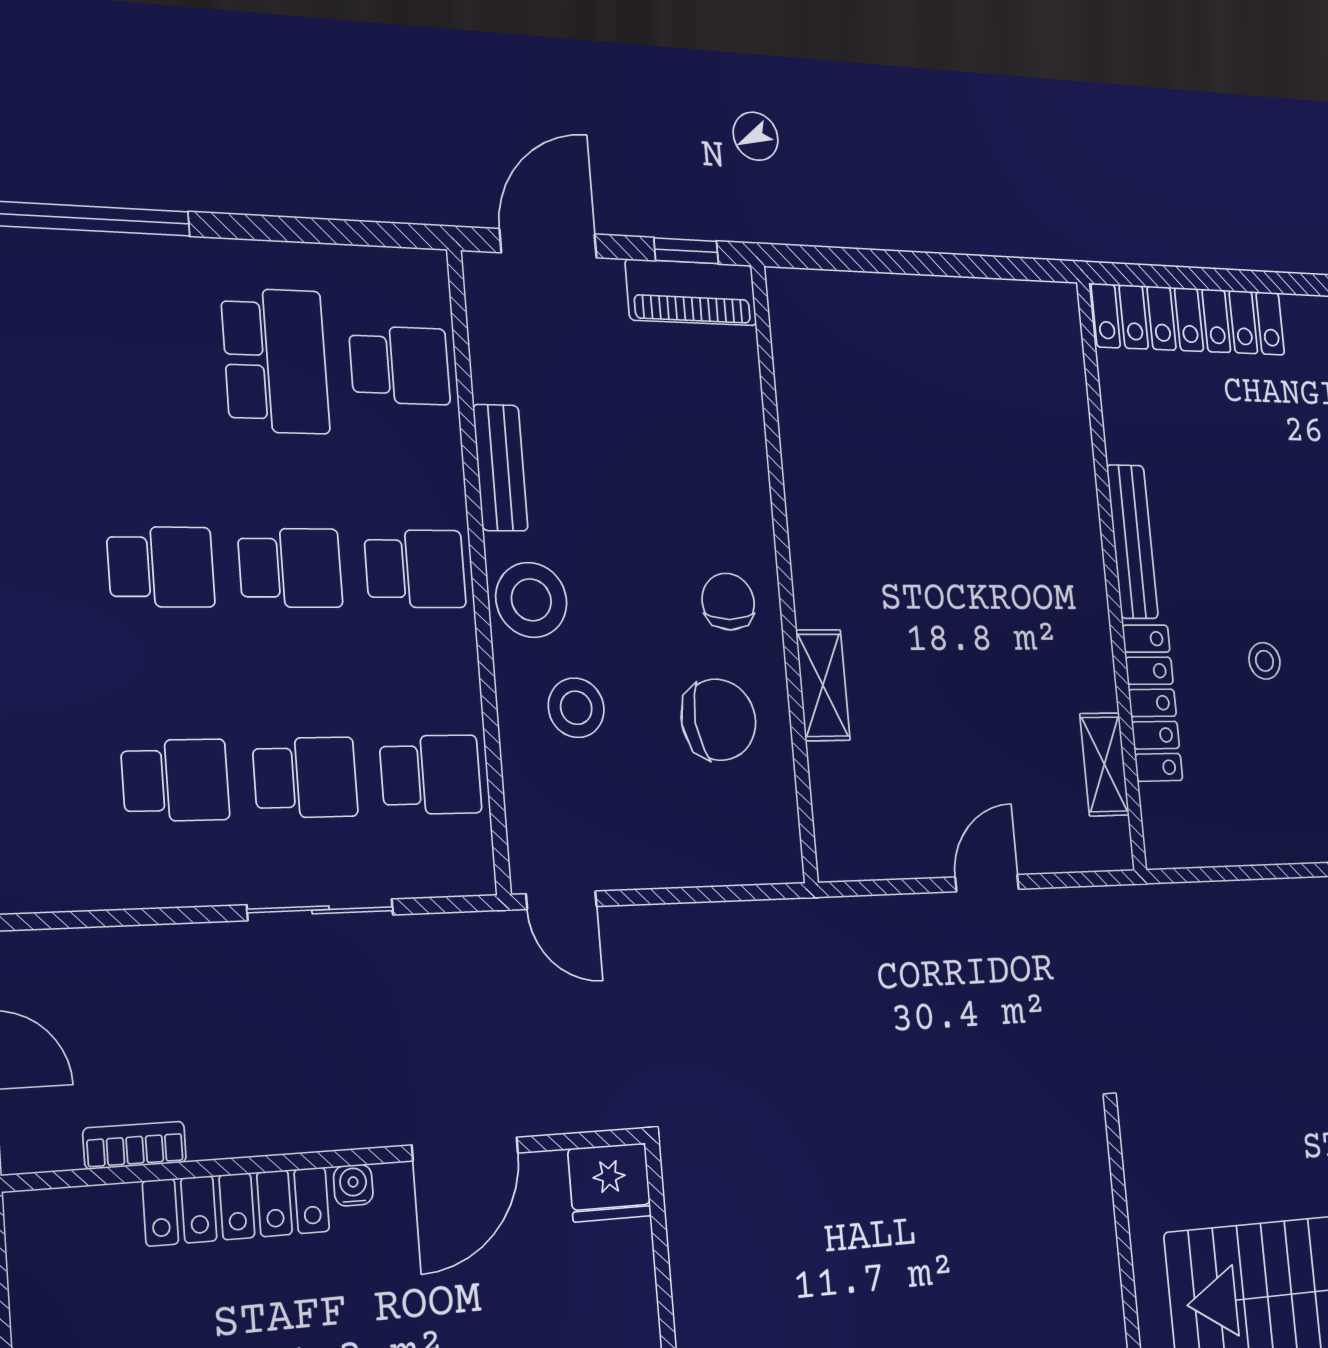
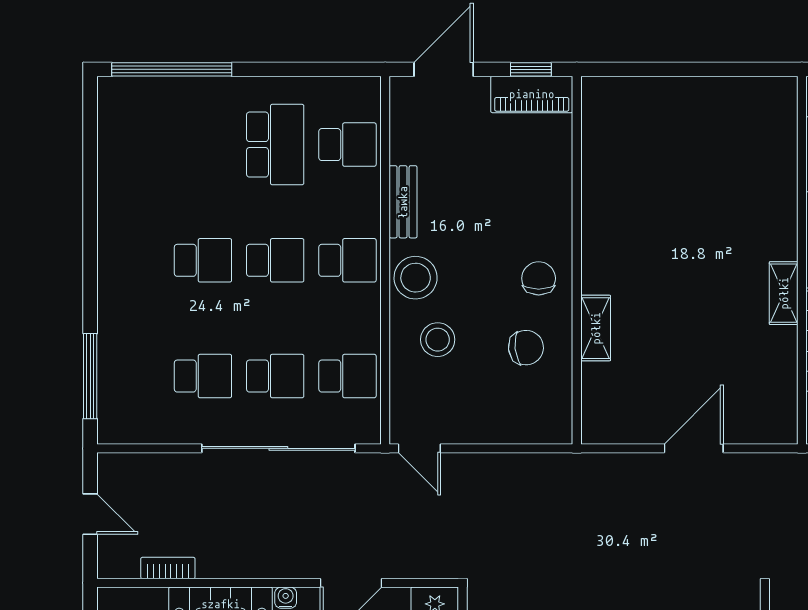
chair: (718, 720) -> (526, 348), width x0.73, depth x0.73
shelving: (1104, 764) -> (784, 293), moved
door: (987, 883) -> (694, 448), width x1.38
sliding door: (321, 910) -> (278, 448), width x1.86

